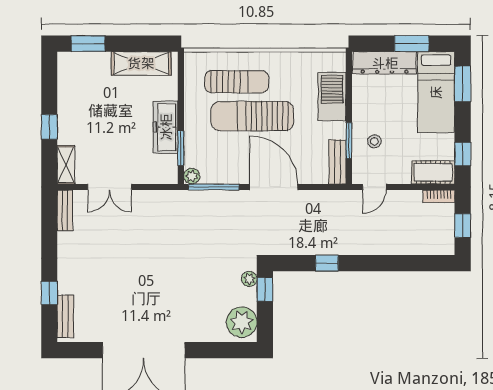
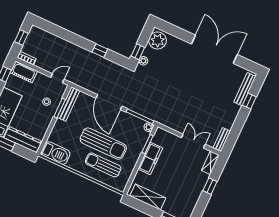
barbecue: (332, 97) -> (56, 153), moved, turned -90
bench: (338, 162) -> (69, 104), width x1.36
bench: (65, 316) -> (245, 89), width x1.36

